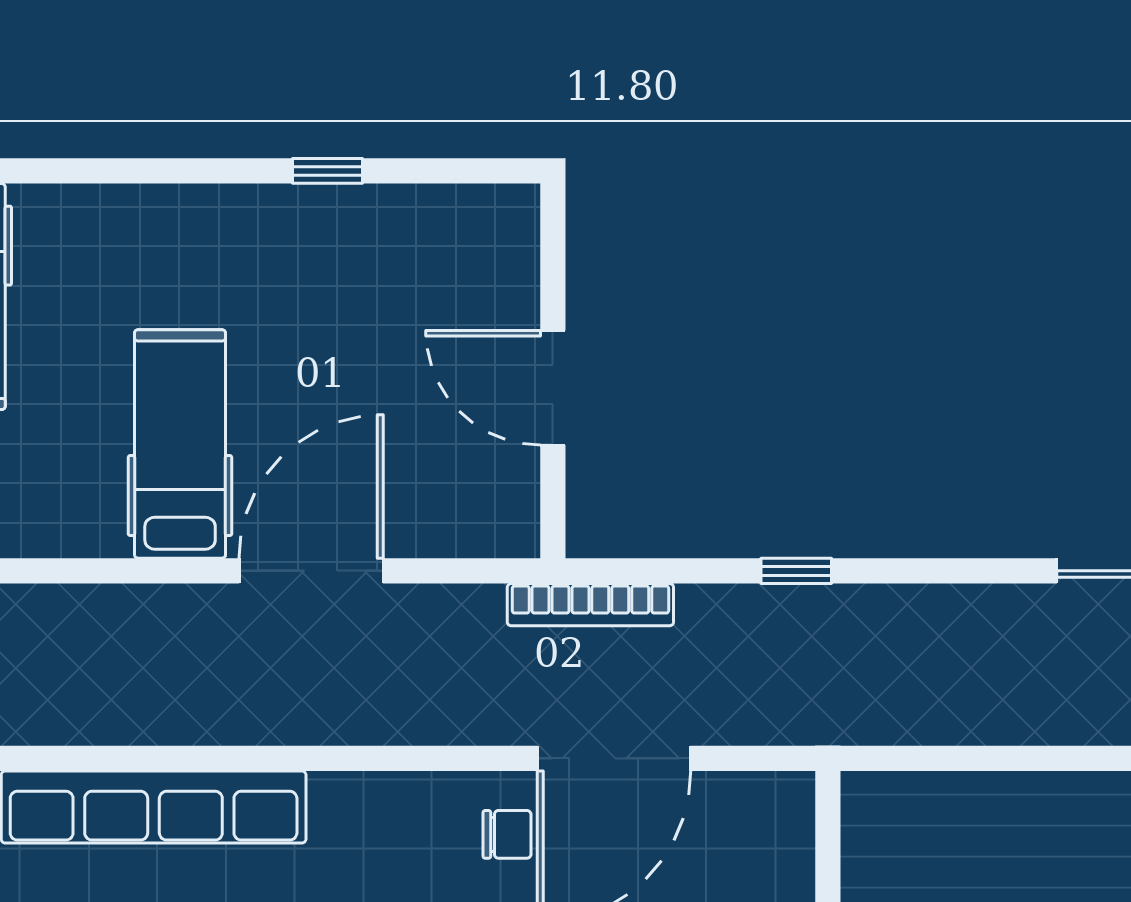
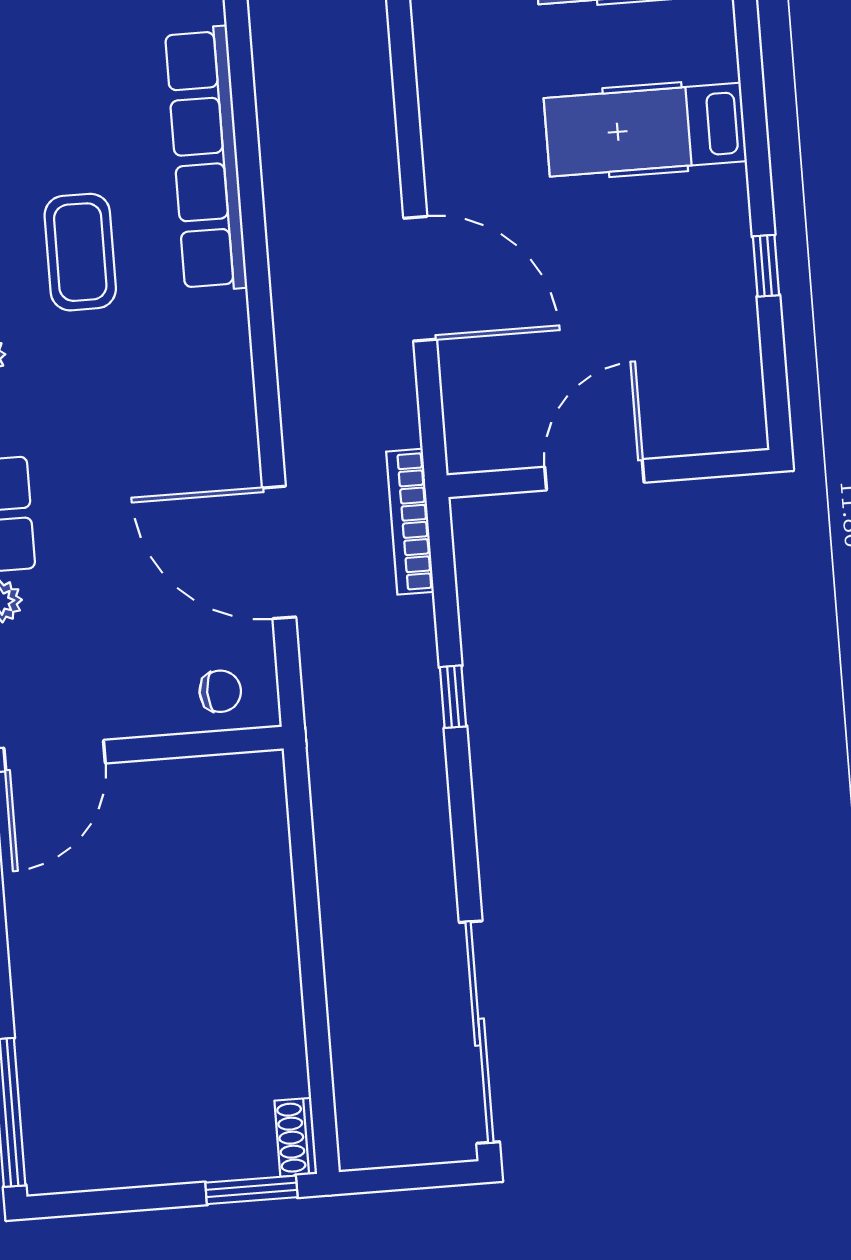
hospital bed: (180, 444) -> (645, 130), moved, turned 180
chair: (507, 834) -> (220, 691), moved, turned -90

